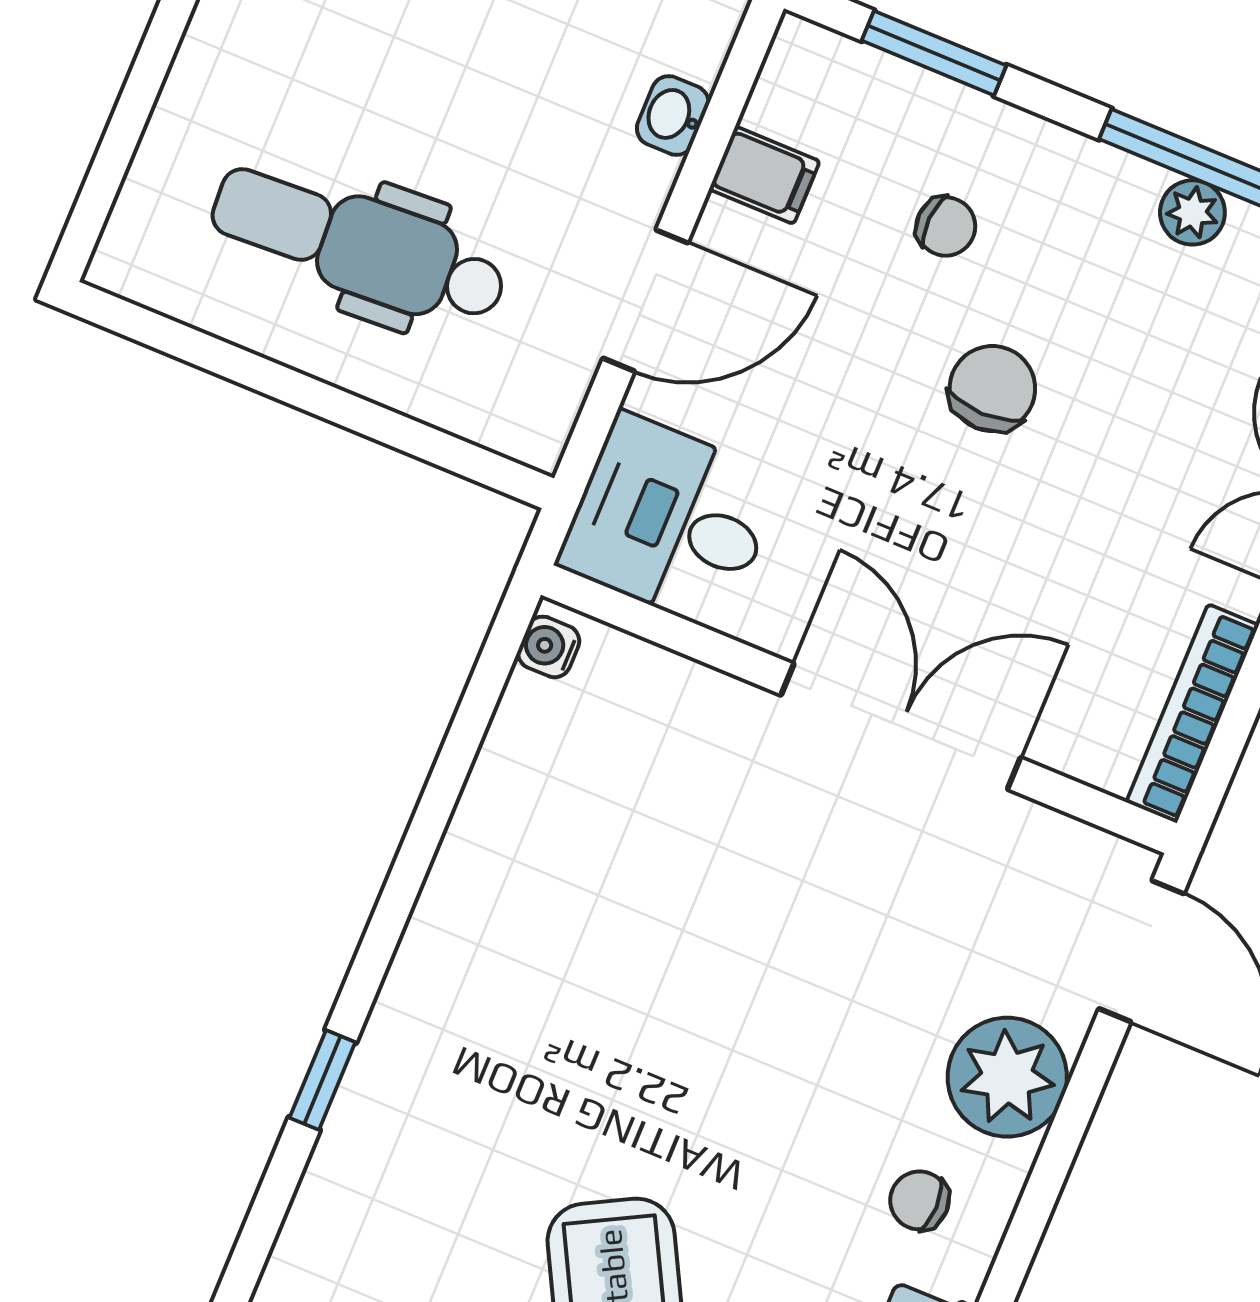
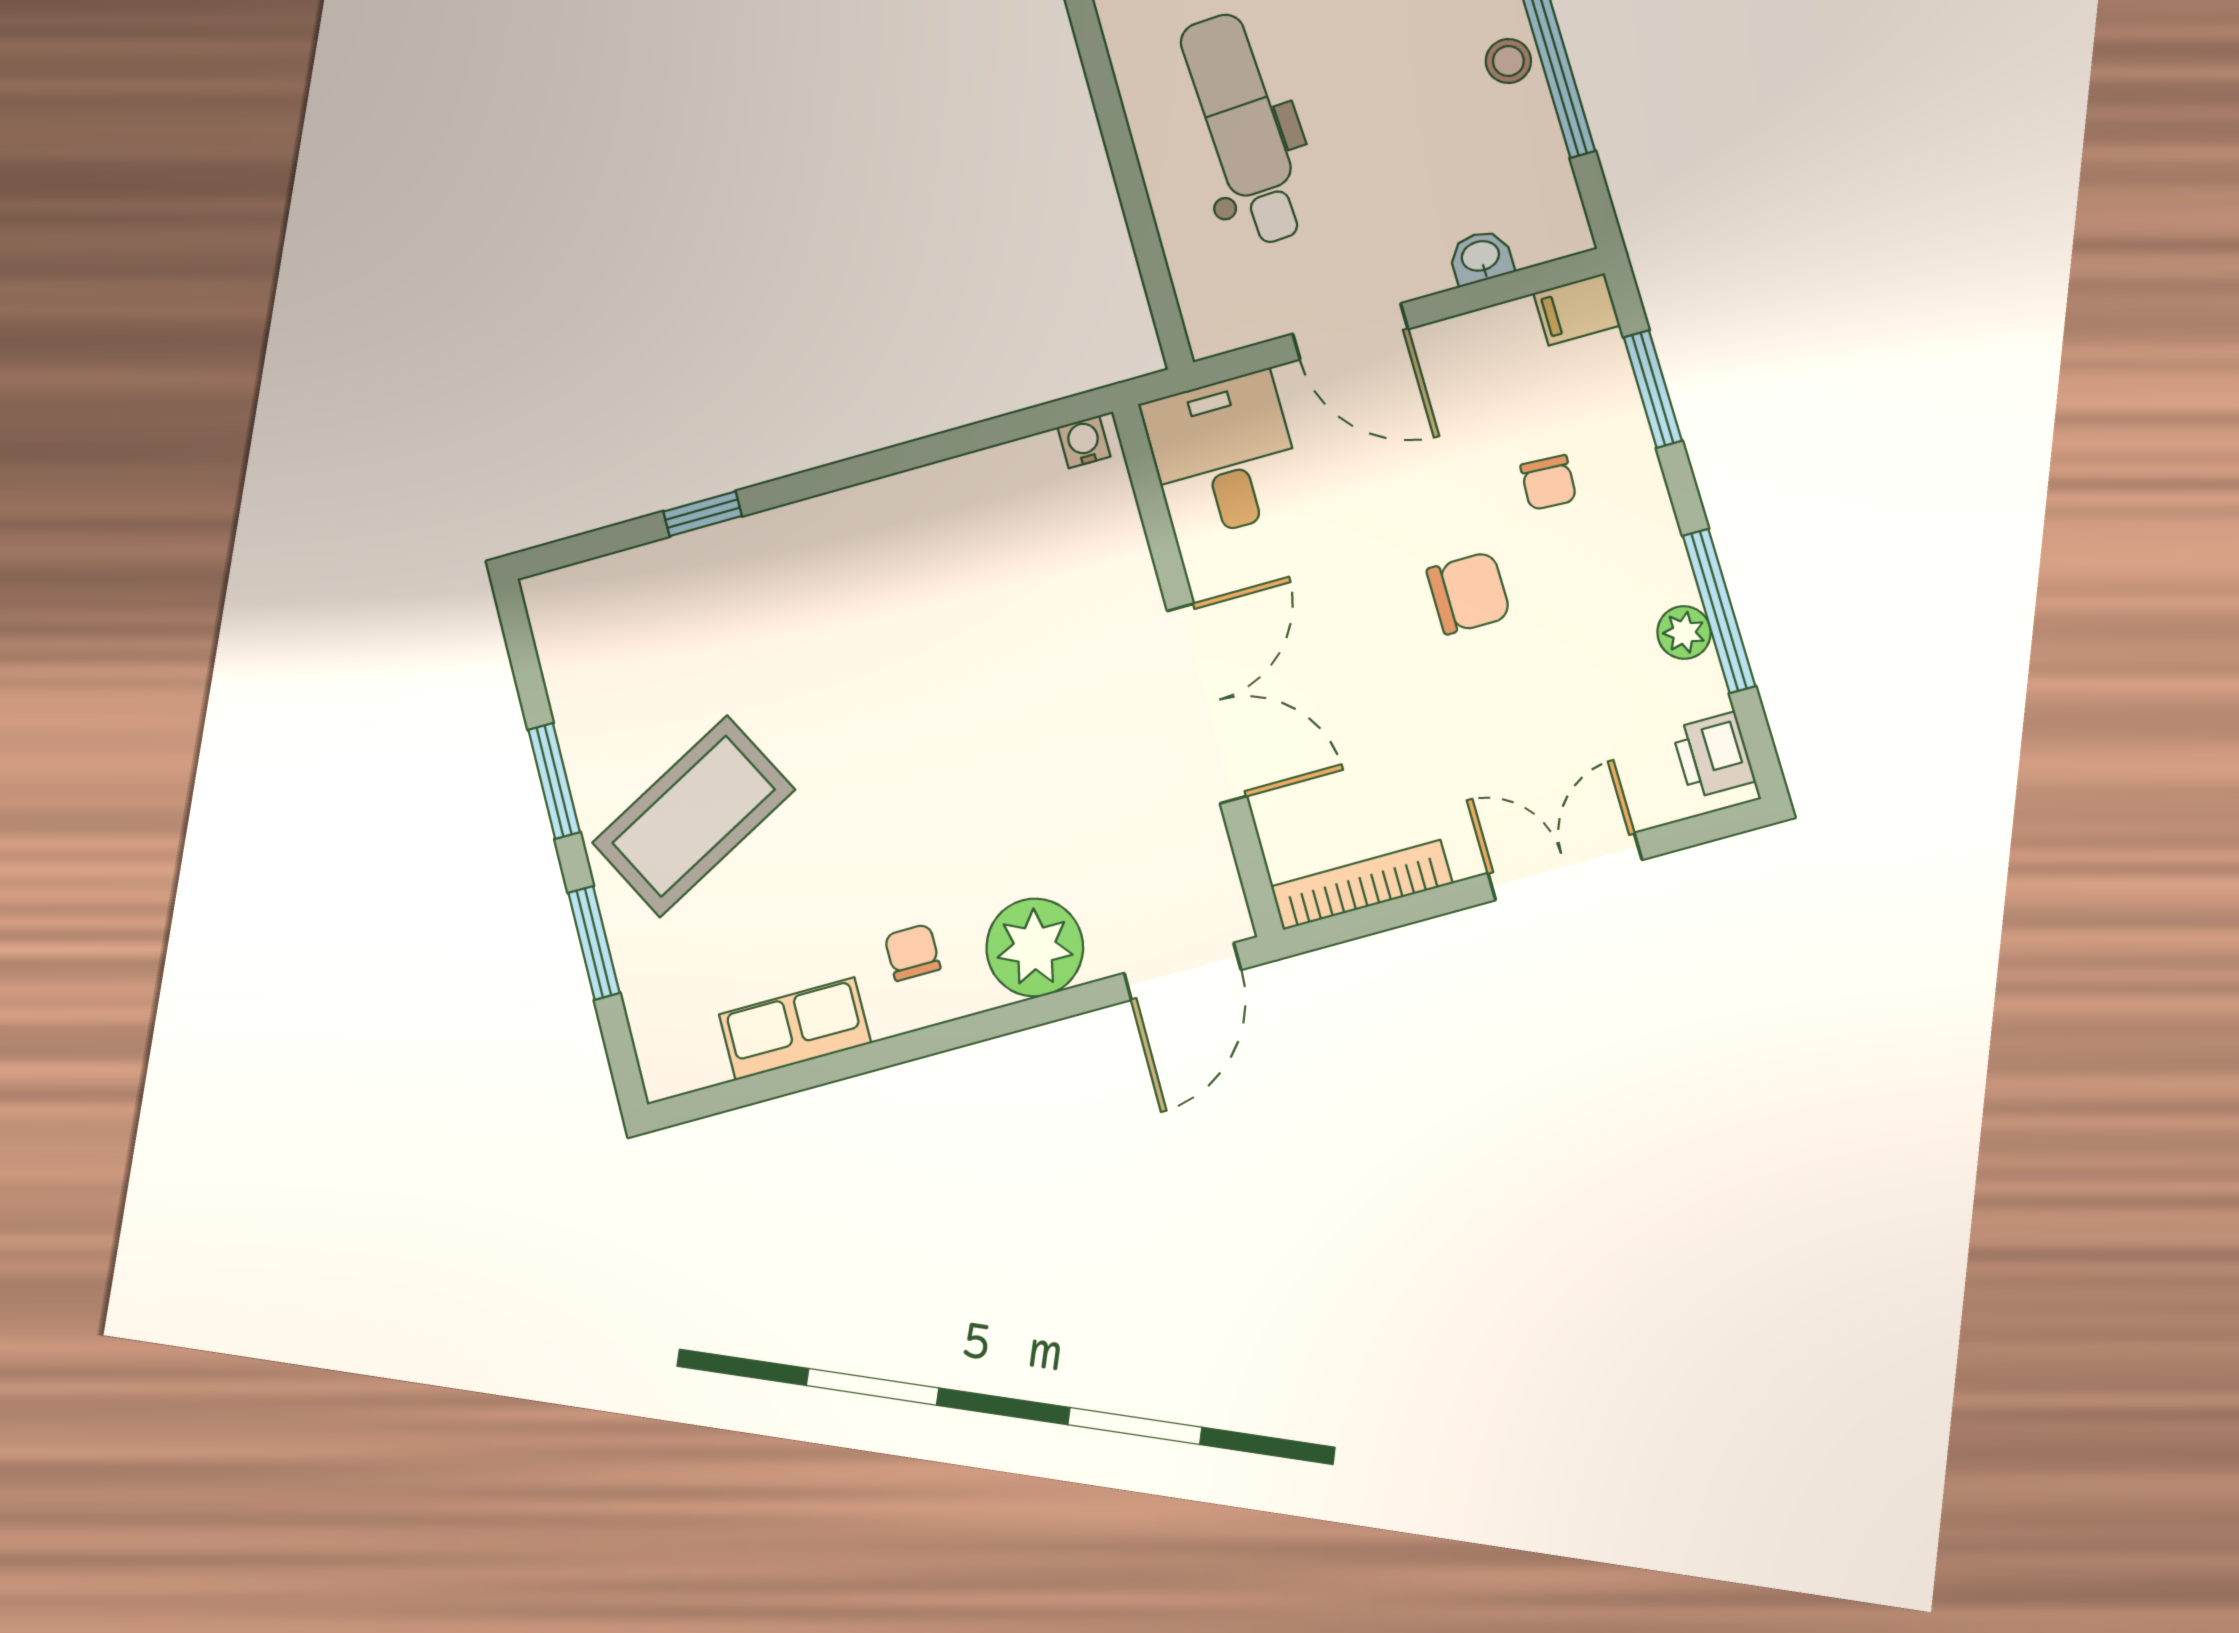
filing cabinet: (764, 175) -> (1577, 309), moved, turned 90

